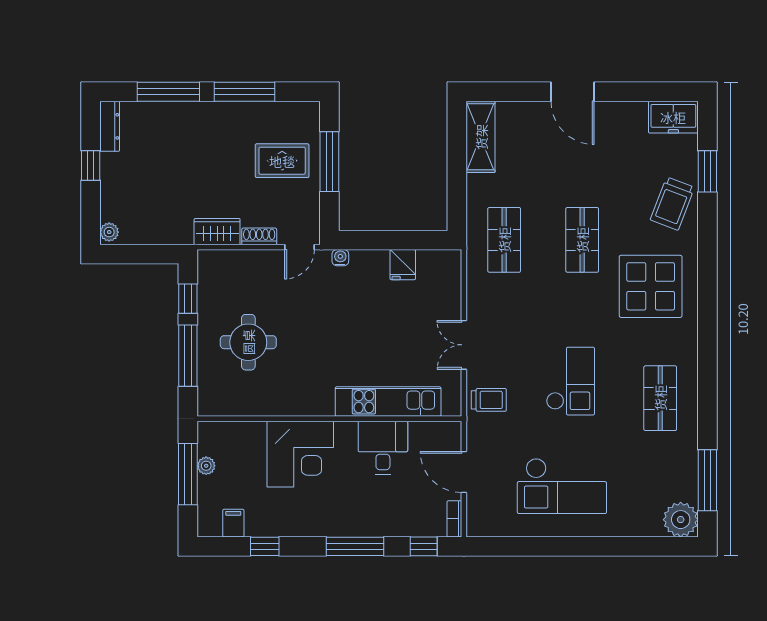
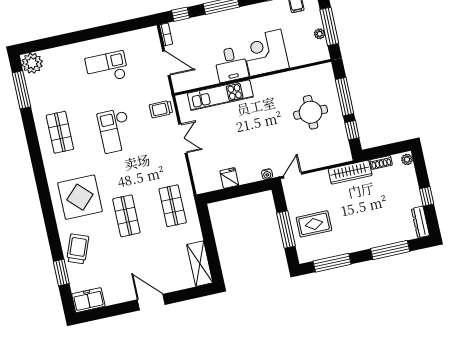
window: (244, 92) -> (332, 263), moved
wardrobe: (217, 232) -> (350, 172), width x1.50
shoe rack: (259, 236) -> (381, 162), moved
desk: (383, 448) -> (231, 64), moved
checkout: (562, 486) -> (107, 68), width x0.73, depth x0.83

